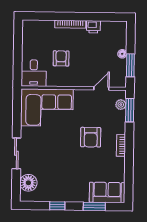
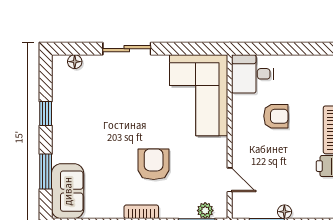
armchair: (91, 137) -> (154, 164), turned 90
floor lamp: (28, 183) -> (75, 62), width x0.53, depth x0.53

